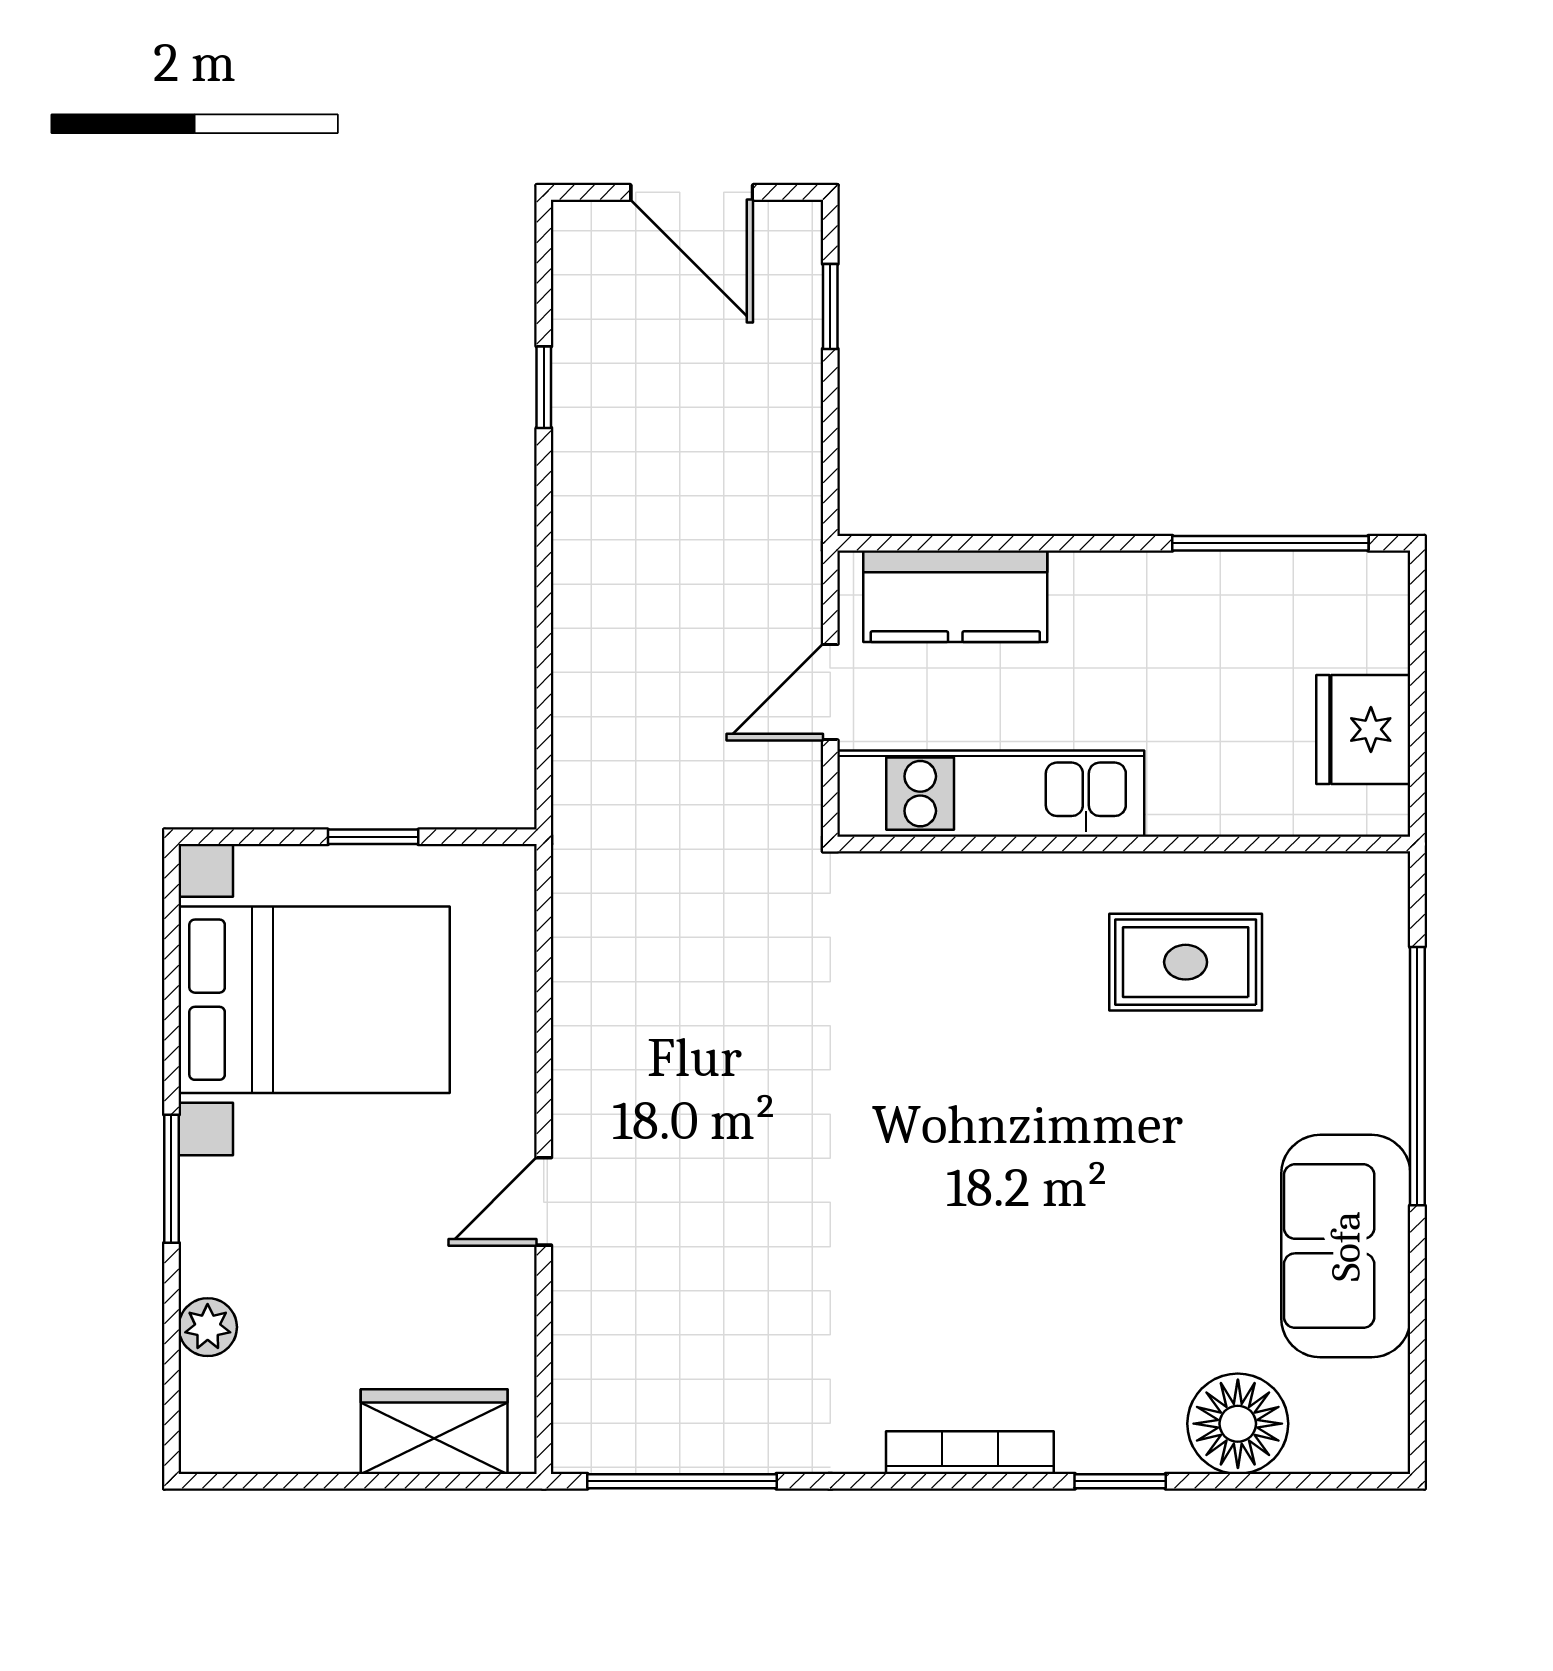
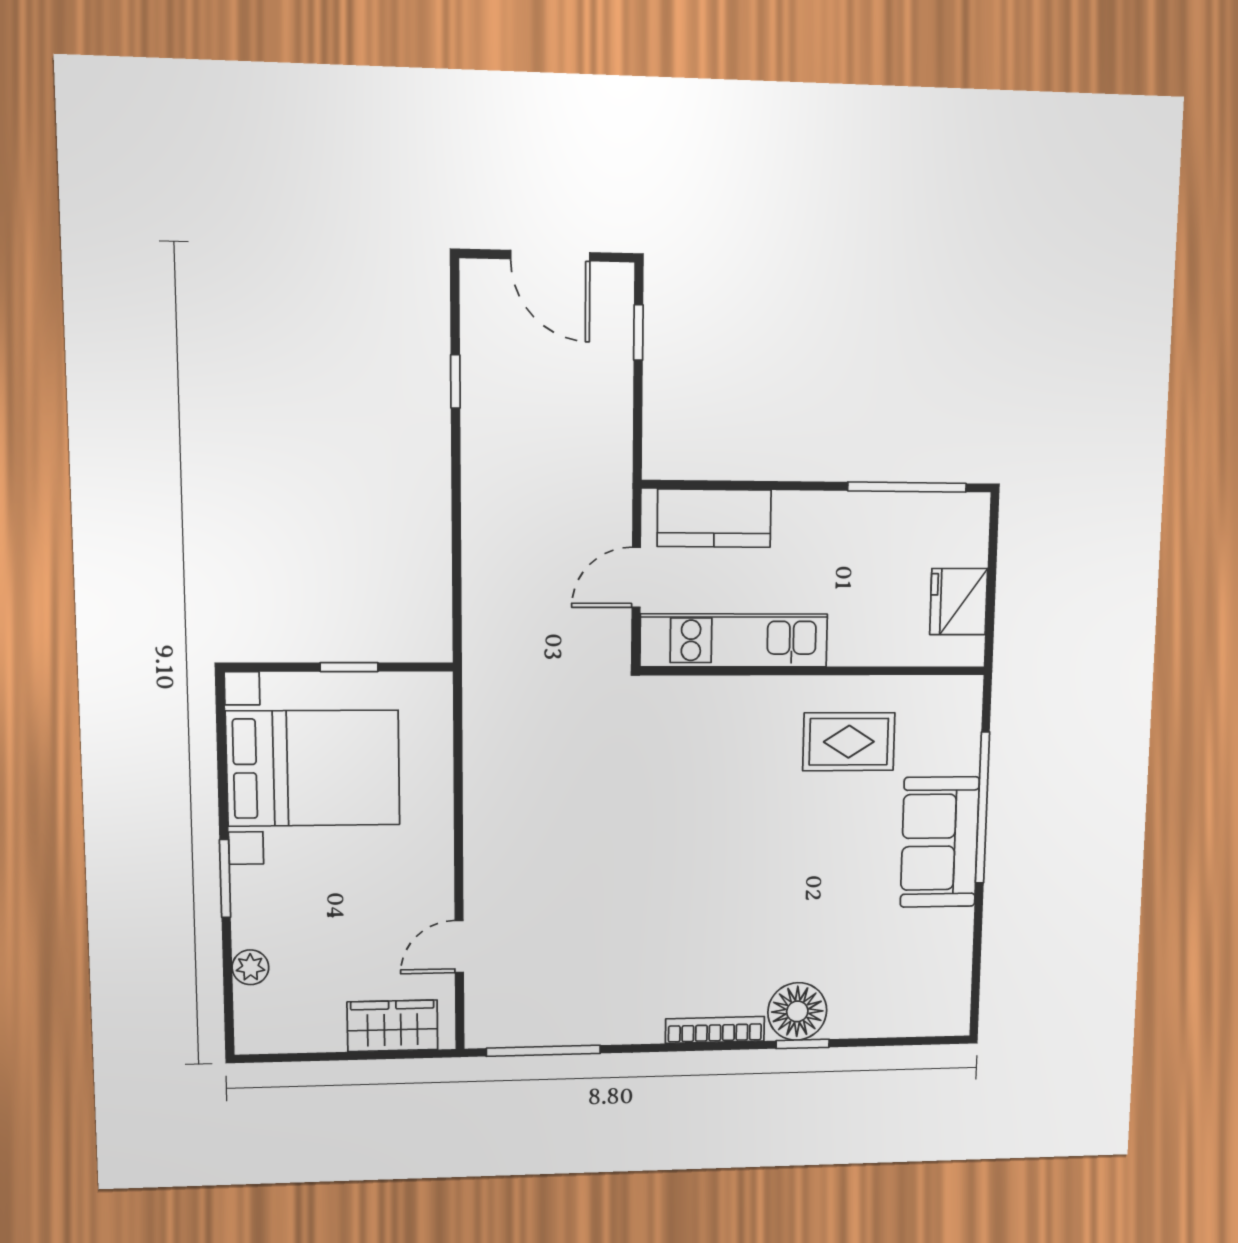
door: (544, 1201) -> (459, 947), moved
sofa: (1346, 1246) -> (940, 842), moved
floor lamp: (1238, 1424) -> (797, 1011), moved

